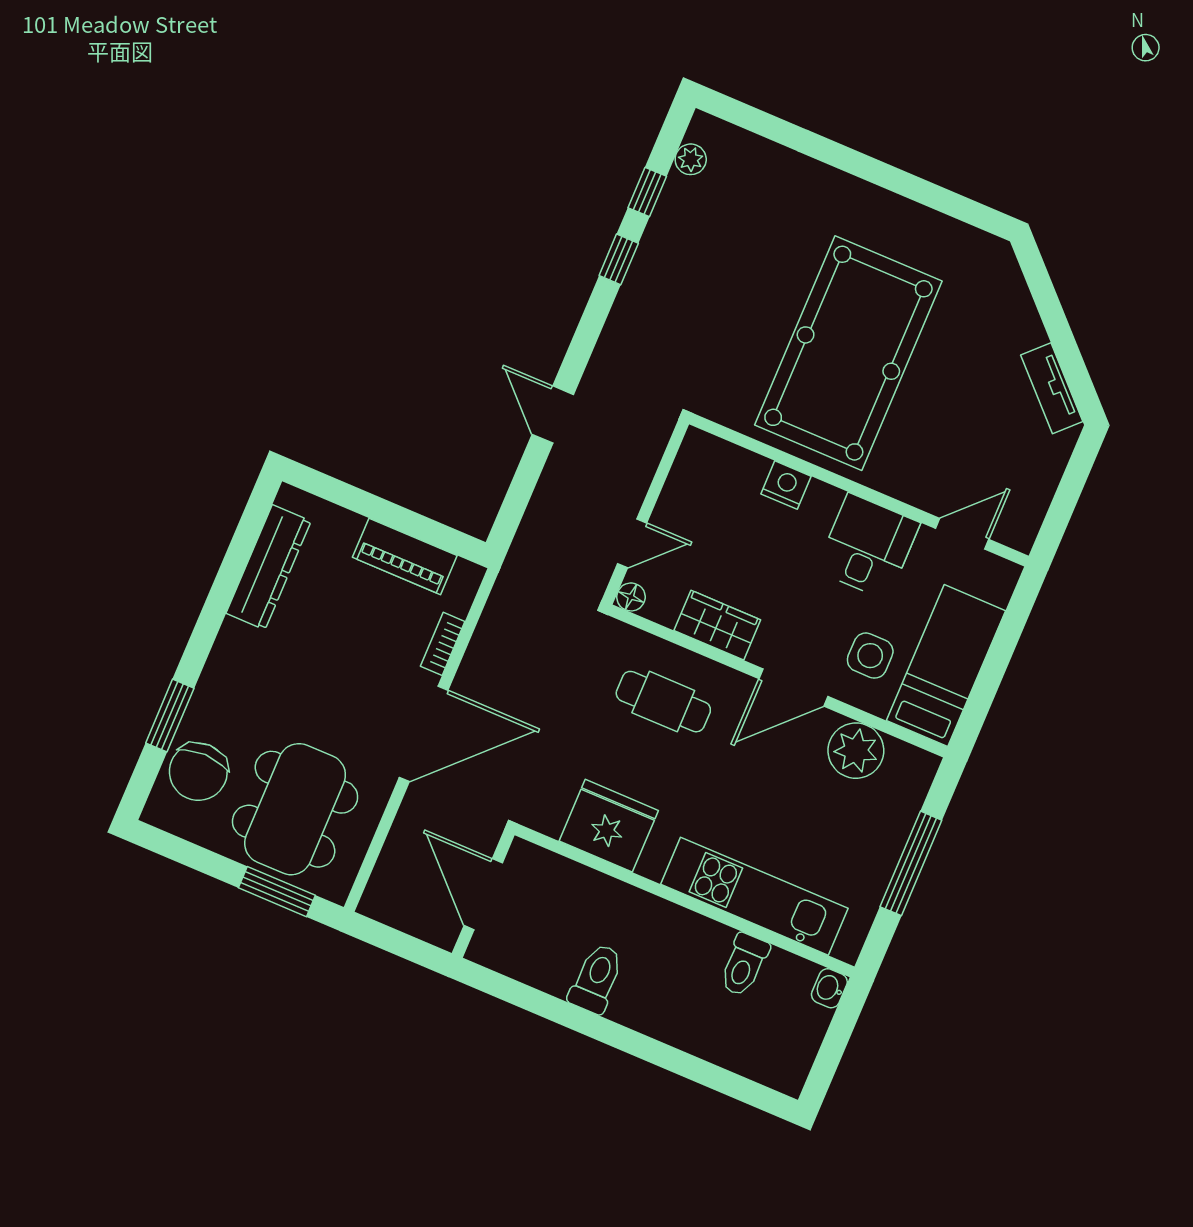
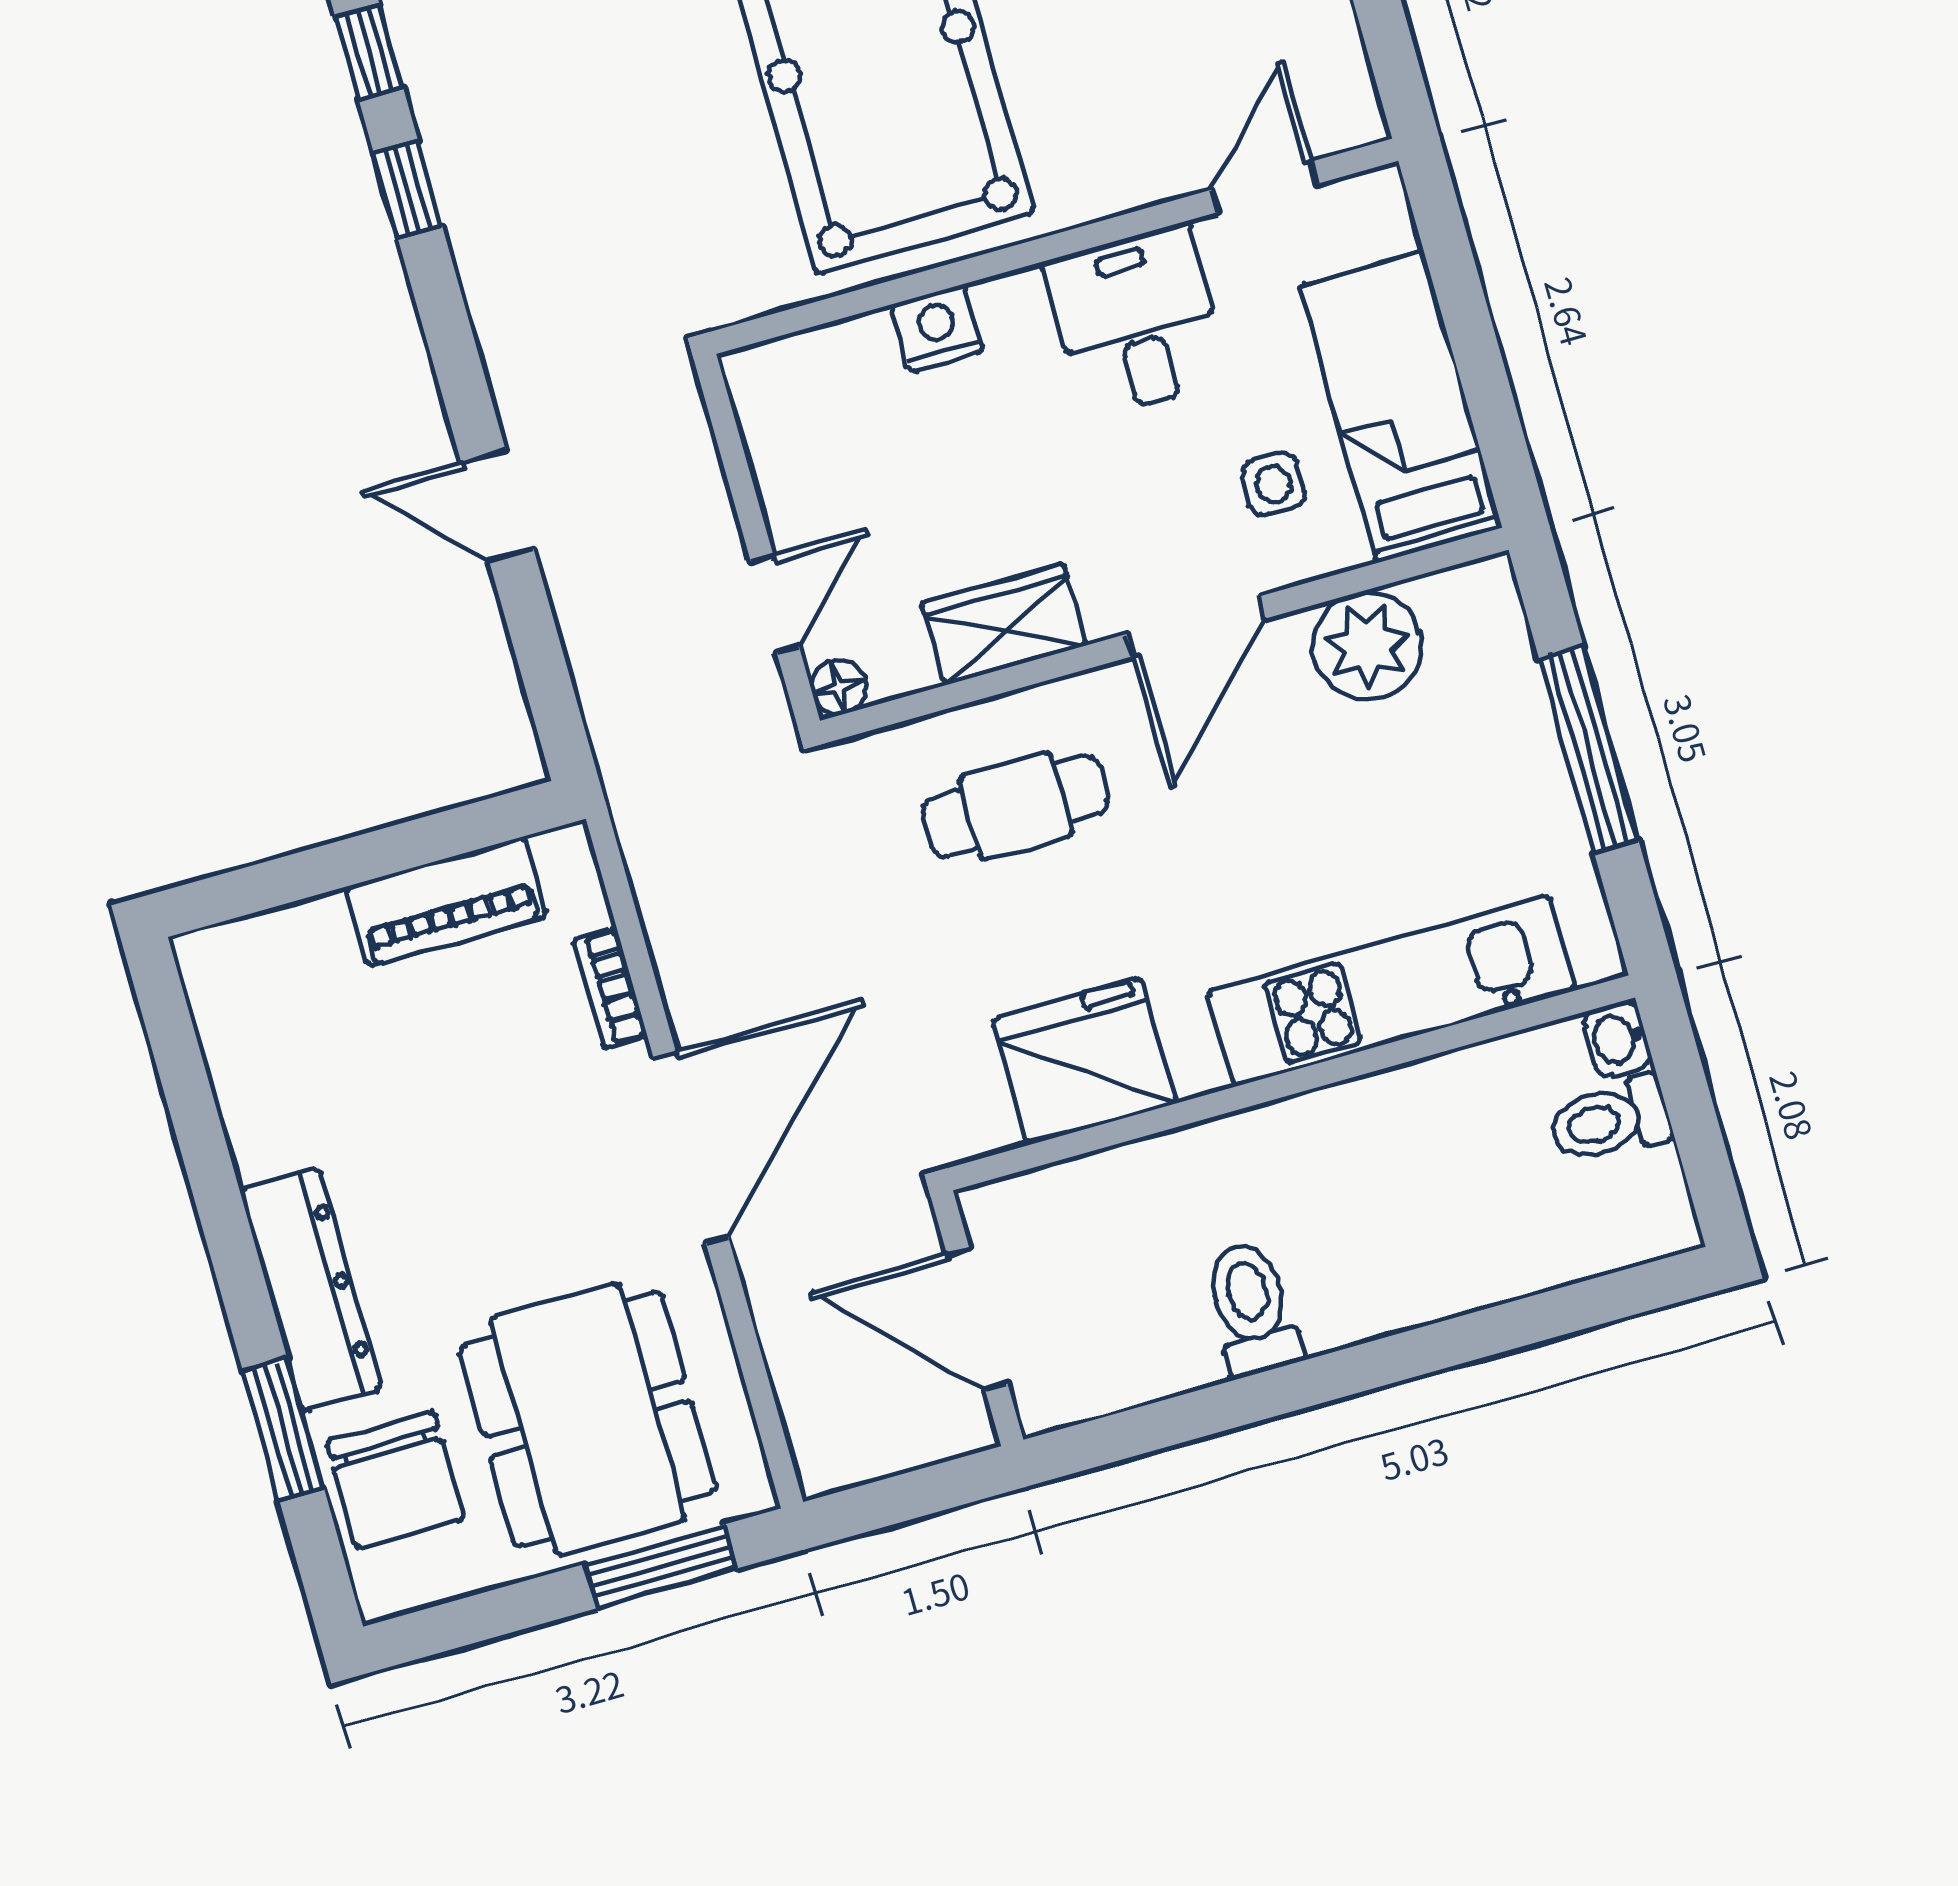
dresser: (269, 567) -> (310, 1290), moved
side table: (870, 656) -> (1273, 484), width x0.73, depth x0.73
toilet: (744, 965) -> (1610, 1120), moved, turned 90

